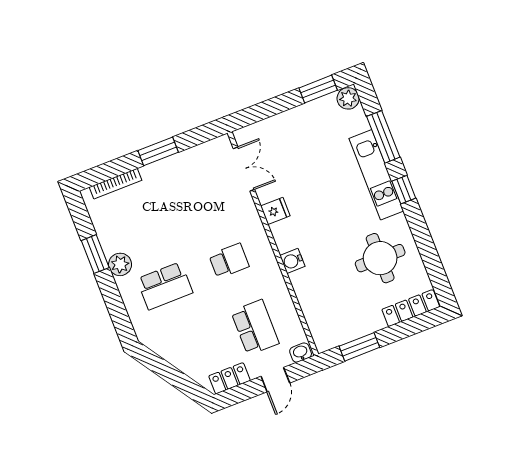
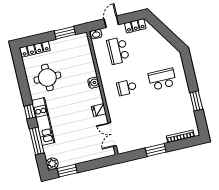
plant: (120, 264) -> (184, 94), removed

